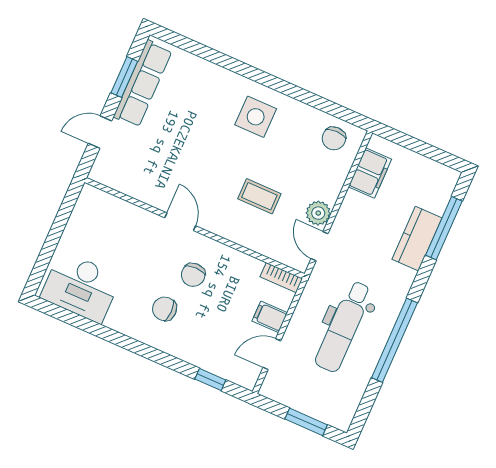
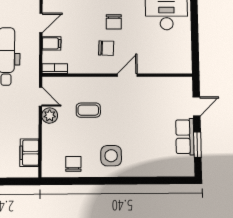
row of seats: (143, 84) -> (185, 137), width x0.68
chair: (334, 138) -> (73, 164), moved
door: (180, 222) -> (127, 75), swing flipped
chair: (193, 275) -> (106, 48), turned 92
chair: (165, 309) -> (114, 22), turned 90

